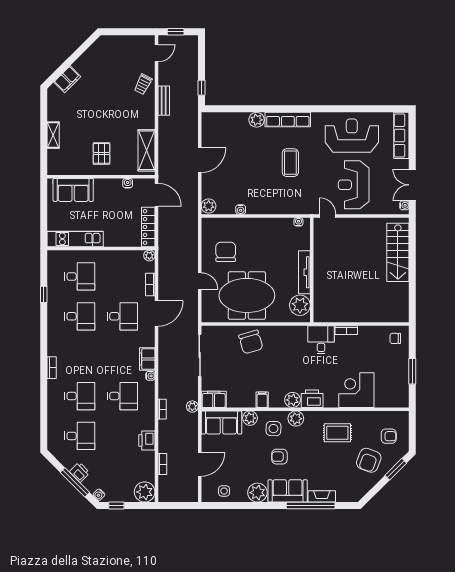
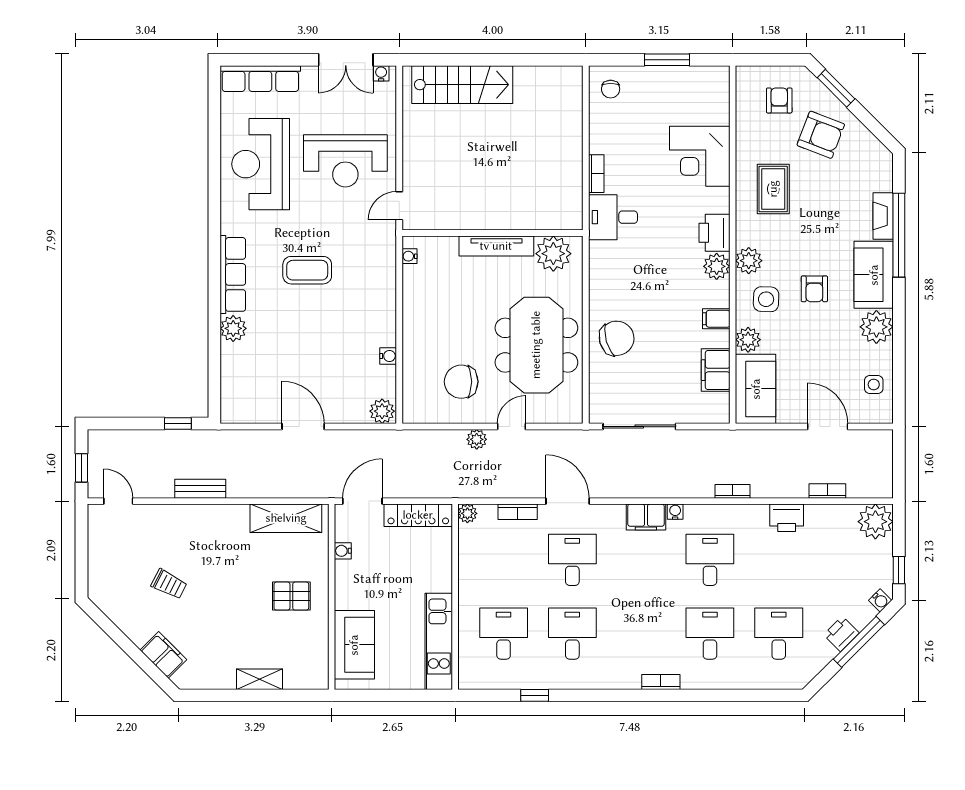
trolley: (143, 84) -> (169, 584), moved
filing cabinet: (214, 399) -> (716, 370), moved
plant: (192, 407) -> (477, 439), moved

